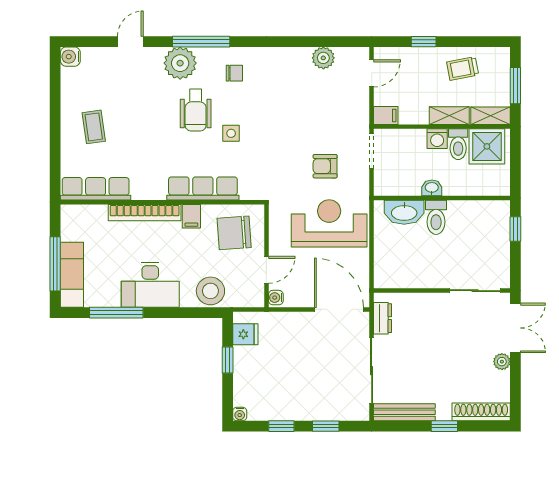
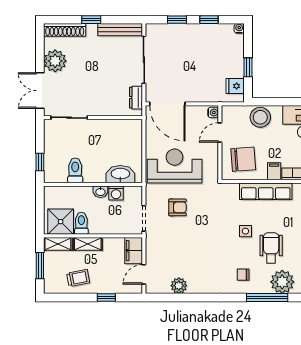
filing cabinet: (386, 115) -> (134, 251), width x2.00
washing machine: (437, 139) -> (116, 193), moved, turned 180
toilet: (436, 217) -> (75, 170), moved
reception desk: (329, 223) -> (175, 166), turned 180
plant: (502, 362) -> (55, 61), width x1.87, depth x1.87

